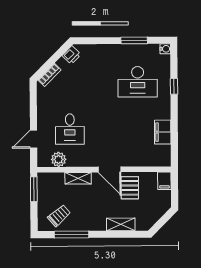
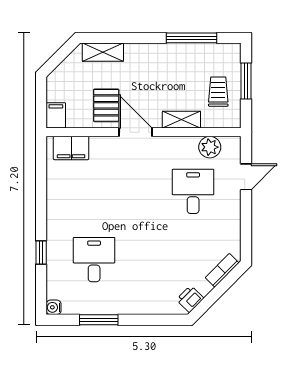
desk: (138, 82) -> (94, 260), width x0.73
filing cabinet: (163, 132) -> (71, 148), moved, turned 90
window: (34, 189) -> (246, 81), moved
trolley: (59, 216) -> (218, 92), moved, turned 131
shelving: (121, 224) -> (103, 52), moved

